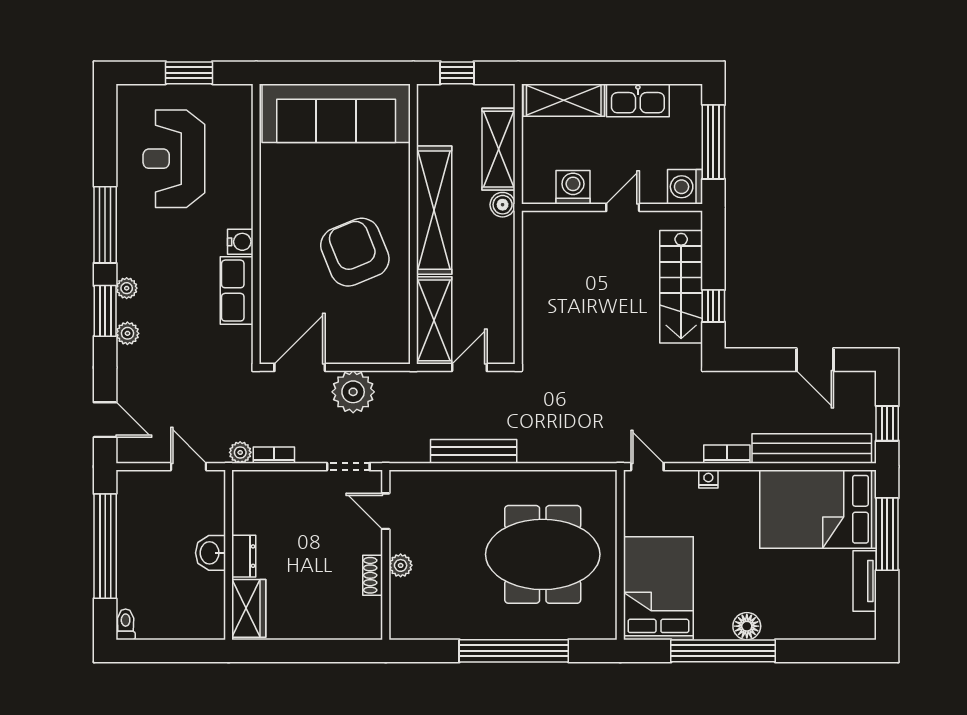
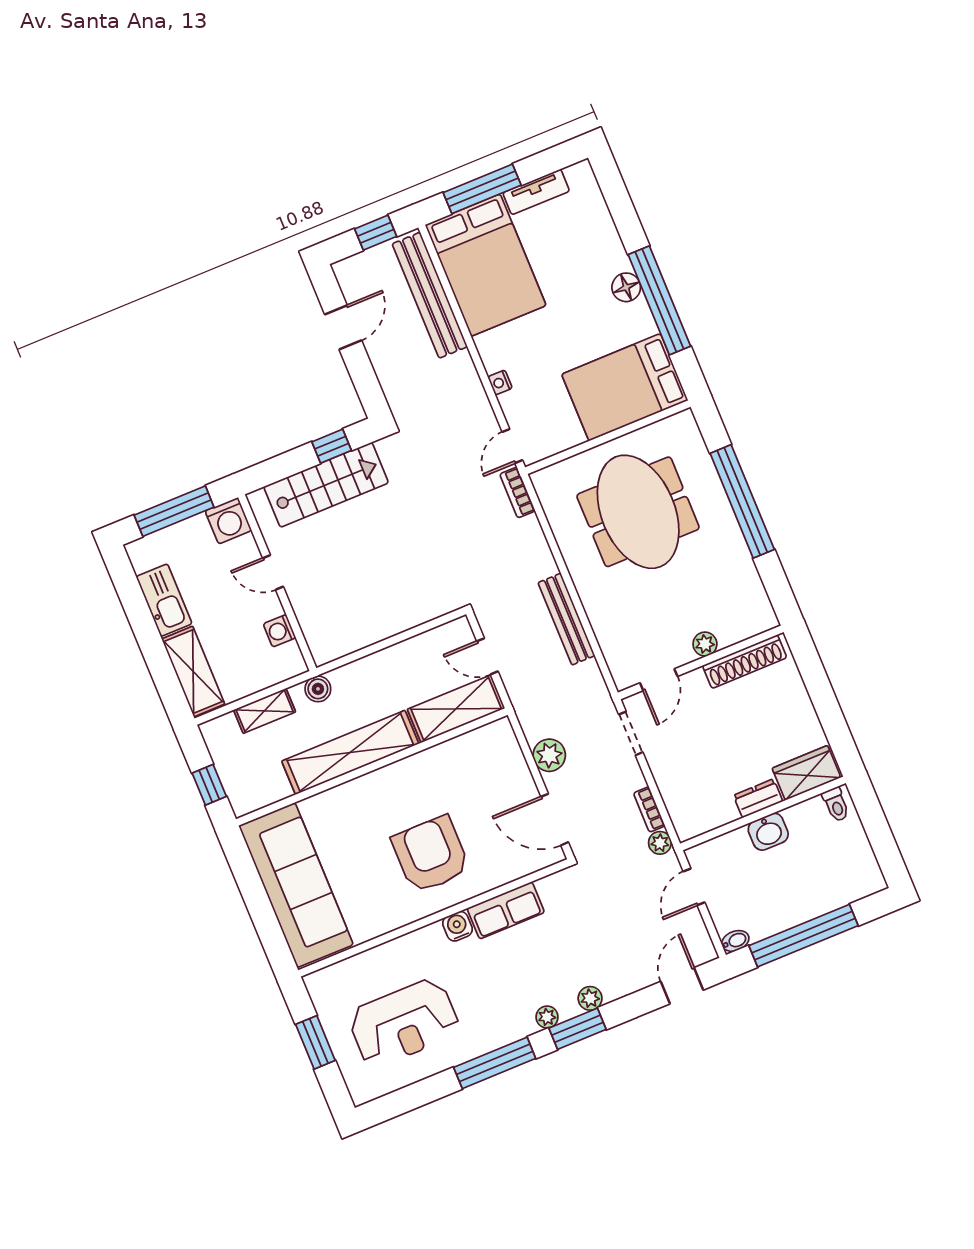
shelving: (498, 149) -> (265, 711), width x0.67, depth x0.75
washing machine: (573, 187) -> (280, 631), width x0.73, depth x0.73
armchair: (355, 252) -> (431, 854), moved, turned 112
plant: (353, 392) -> (549, 755), width x0.73, depth x0.73
bookcase: (727, 454) -> (517, 492), moved
bidet: (125, 484) -> (735, 941), added
shoe rack: (373, 575) -> (745, 662), width x1.94, depth x1.24
toilet: (126, 624) -> (836, 804), moved, turned -90

